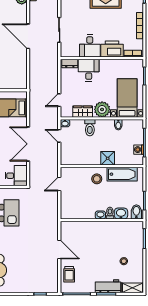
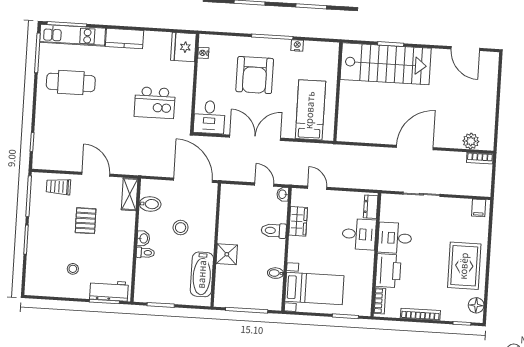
plant: (102, 109) -> (300, 250), removed
door: (59, 136) -> (264, 185), hinge flipped
washing machine: (139, 150) -> (237, 301), removed
stool: (97, 179) -> (181, 228), moved
door: (59, 184) -> (193, 180), width x1.87
bidet: (136, 212) -> (150, 204), moved
washbasin: (121, 214) -> (144, 269), removed
door: (59, 250) -> (96, 174), swing flipped
pallet: (91, 255) -> (86, 221), added
workbench: (108, 286) -> (109, 291), moved, turned -90
shelving: (132, 288) -> (130, 194), moved

